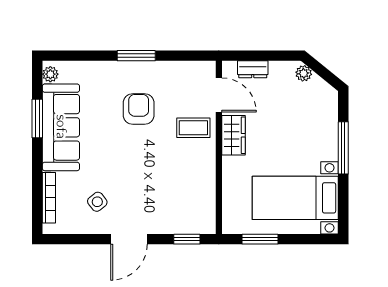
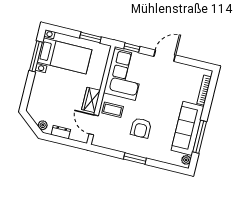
dresser: (253, 69) -> (61, 132), moved
window: (37, 118) -> (200, 137), width x1.44
window: (343, 148) -> (36, 56), moved
corner sofa: (188, 191) -> (125, 75), added
side table: (97, 202) -> (177, 81), removed

